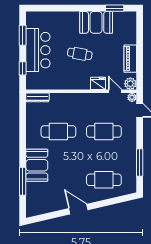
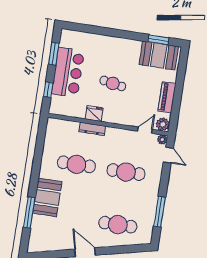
booth: (96, 22) -> (159, 56), moved
fridge: (98, 83) -> (94, 114), moved
door: (115, 91) -> (145, 130), hinge flipped
dresser: (37, 97) -> (92, 129), moved

